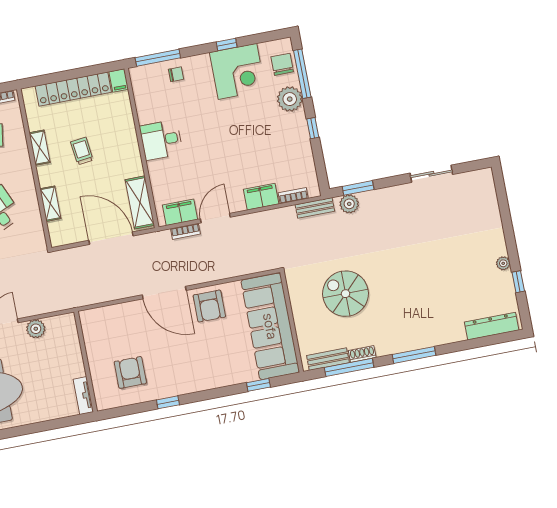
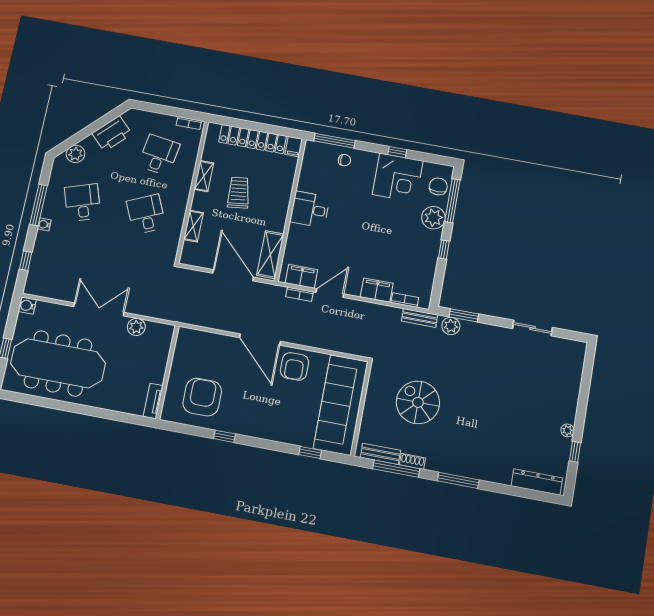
trolley: (82, 151) -> (239, 193), width x1.36, depth x1.39
armchair: (130, 372) -> (202, 397), width x1.36, depth x1.36

